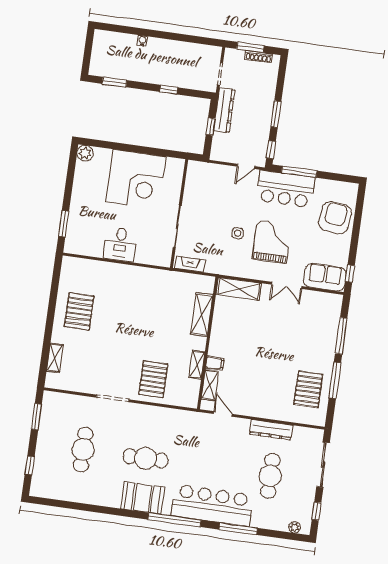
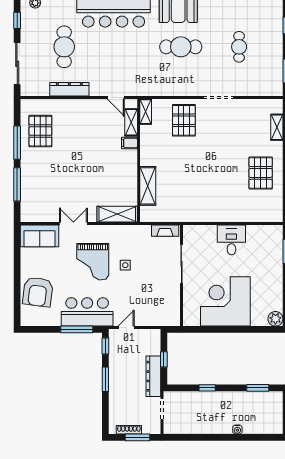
window: (350, 274) -> (17, 243), removed
shelving: (197, 365) -> (146, 112), moved
cafe table: (83, 450) -> (239, 47), width x0.73, depth x0.74

